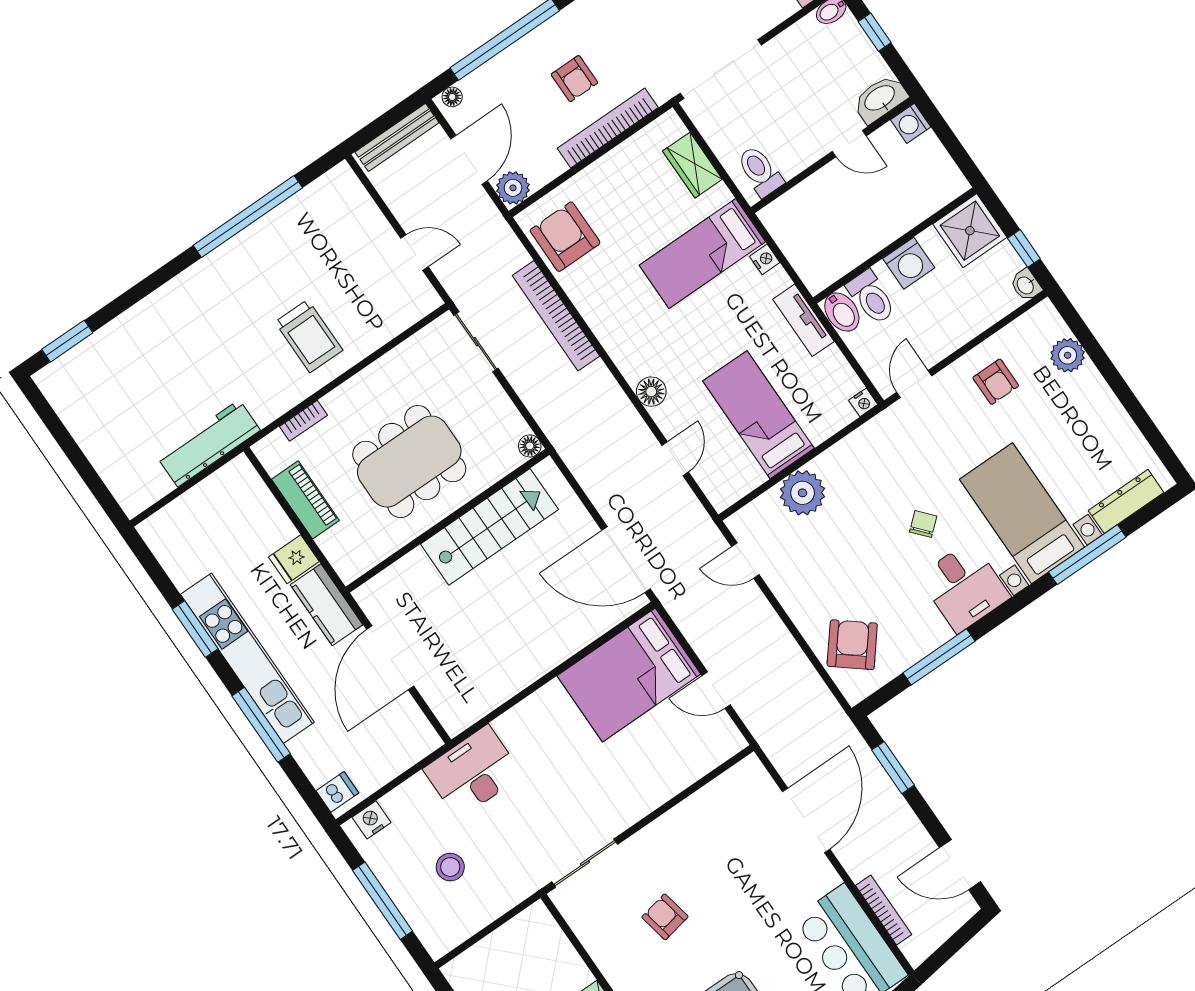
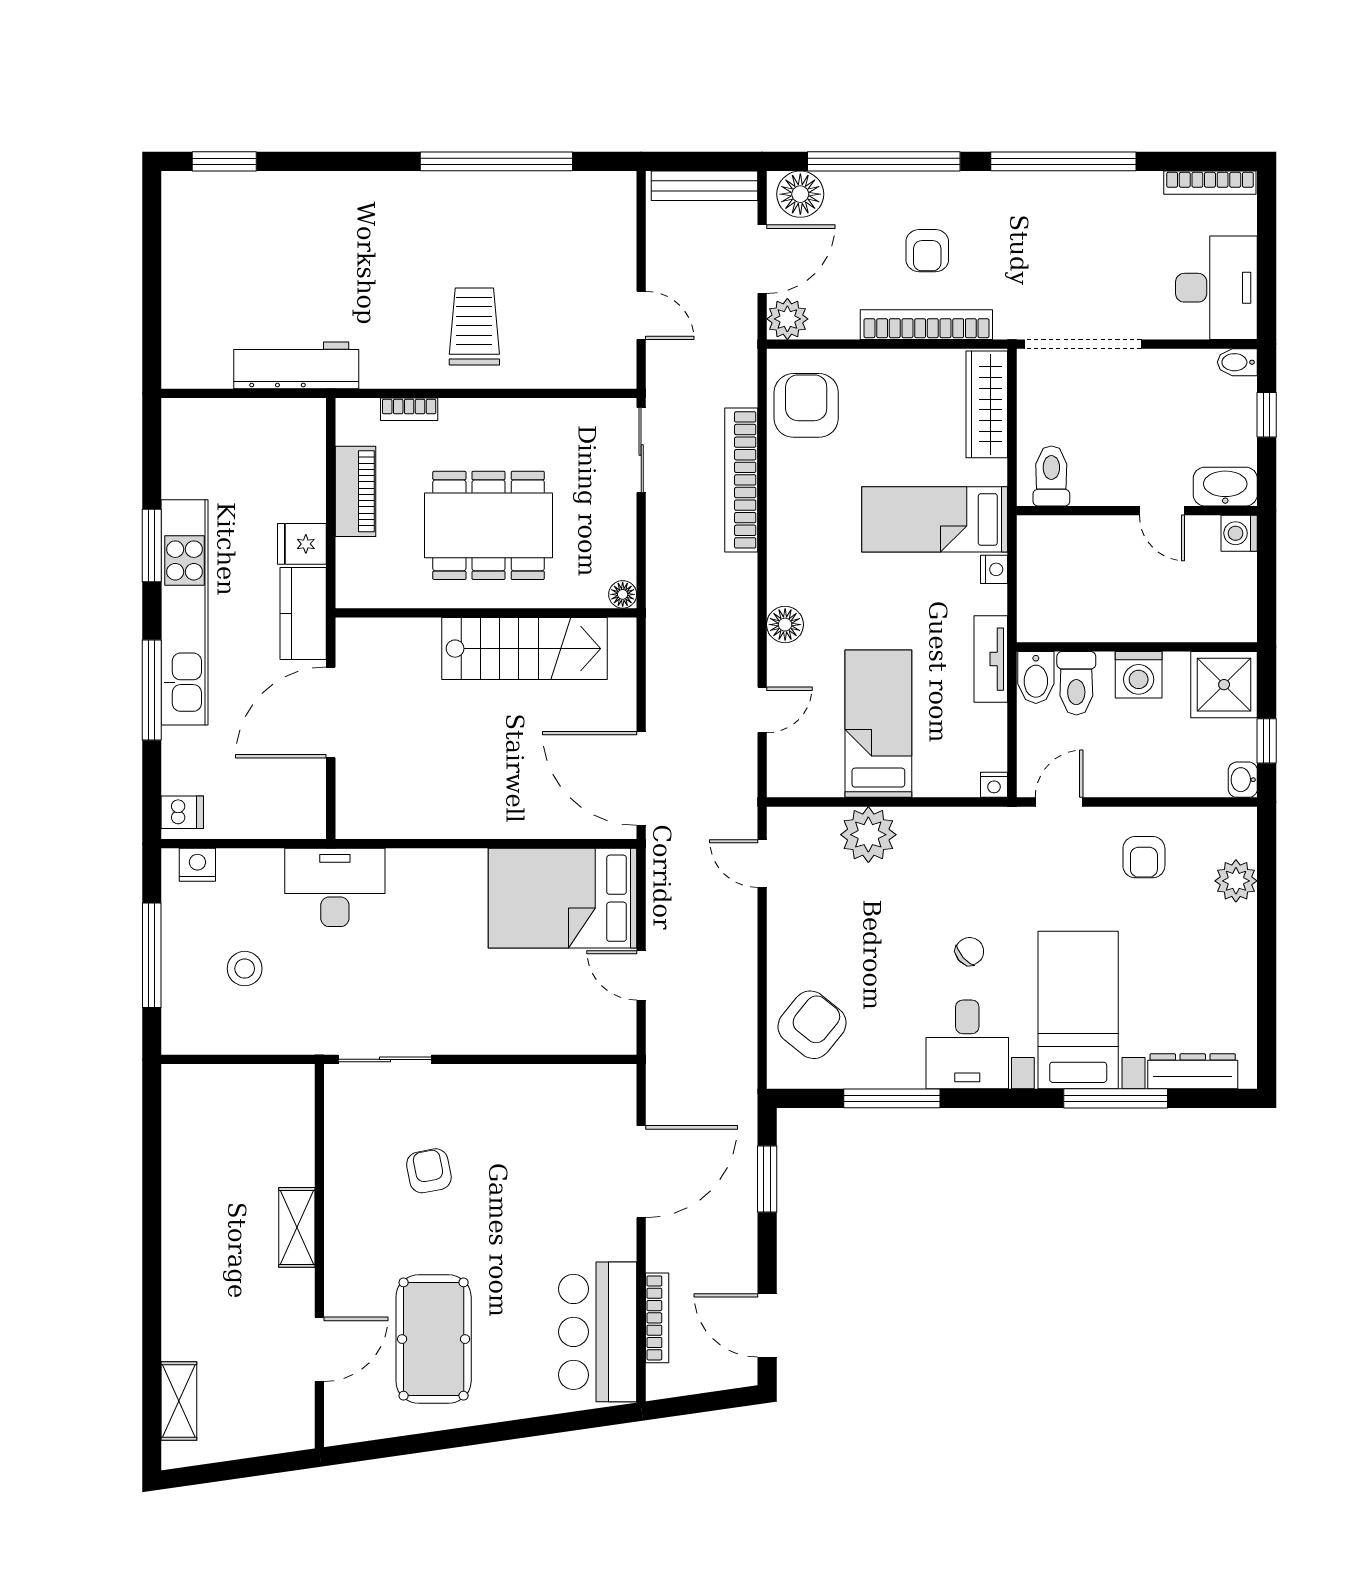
floor lamp: (452, 97) -> (800, 194), width x1.89, depth x1.89
wardrobe: (692, 165) -> (987, 404), width x1.50
trolley: (309, 336) -> (474, 327), turned 180

